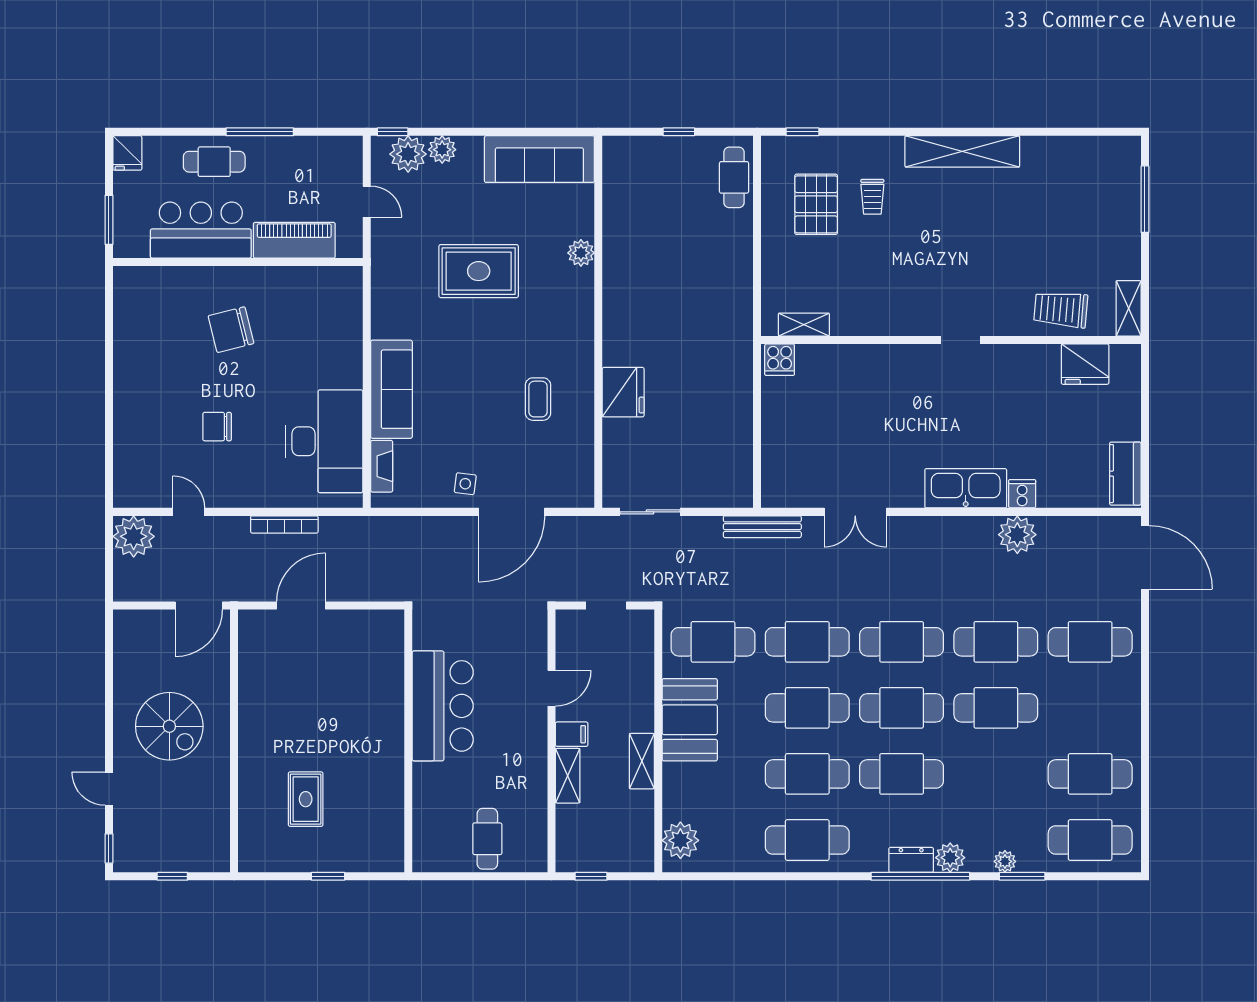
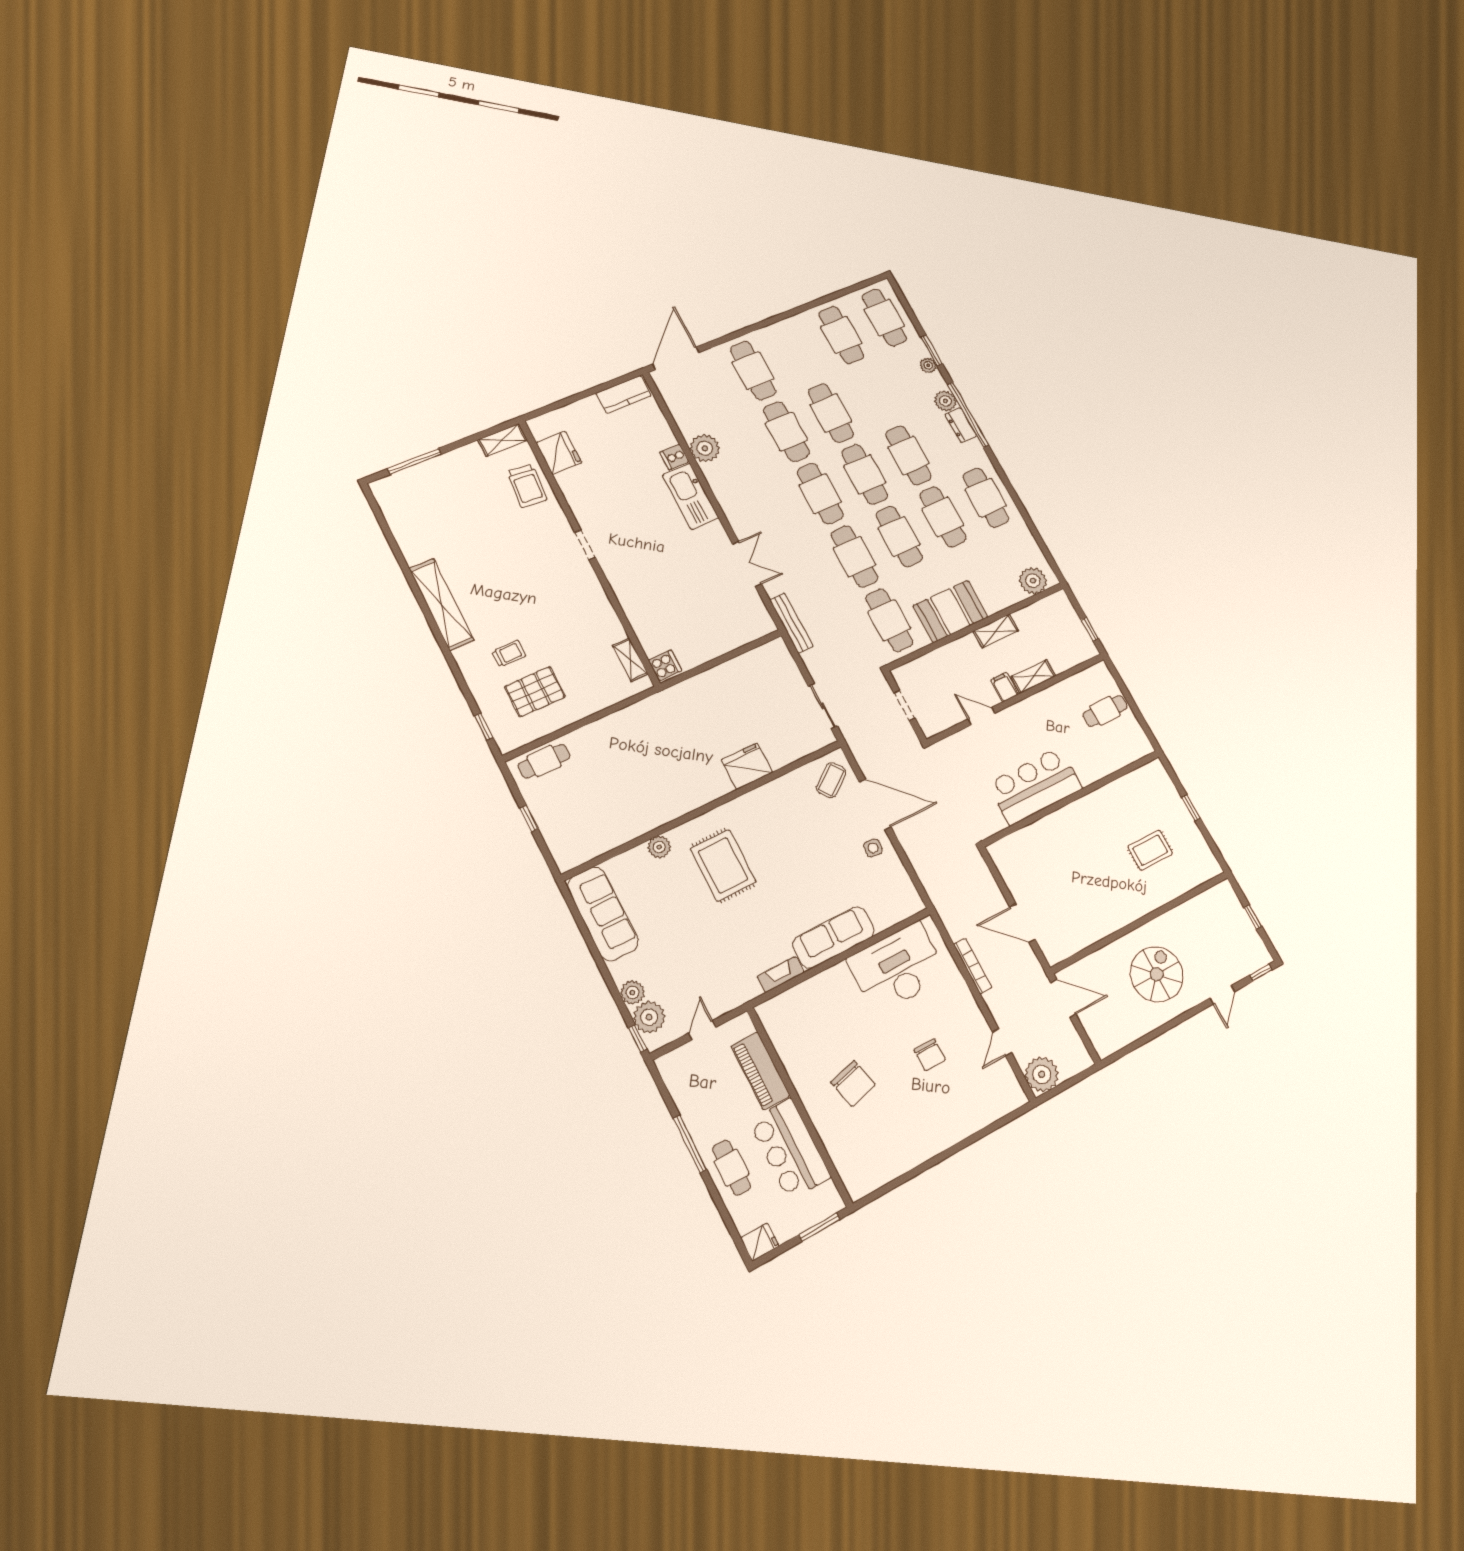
rug: (479, 271) -> (723, 865), moved
coffee table: (538, 399) -> (831, 780), moved, turned -37
fireplace: (382, 466) -> (780, 975), moved

